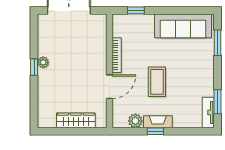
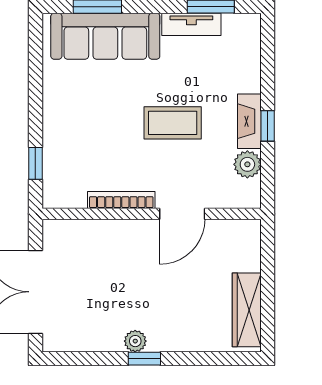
sofa: (183, 26) -> (105, 36), moved, turned 90
door: (109, 87) -> (182, 214), swing flipped
tv unit: (208, 113) -> (191, 24), moved
wardrobe: (76, 120) -> (247, 310), moved

